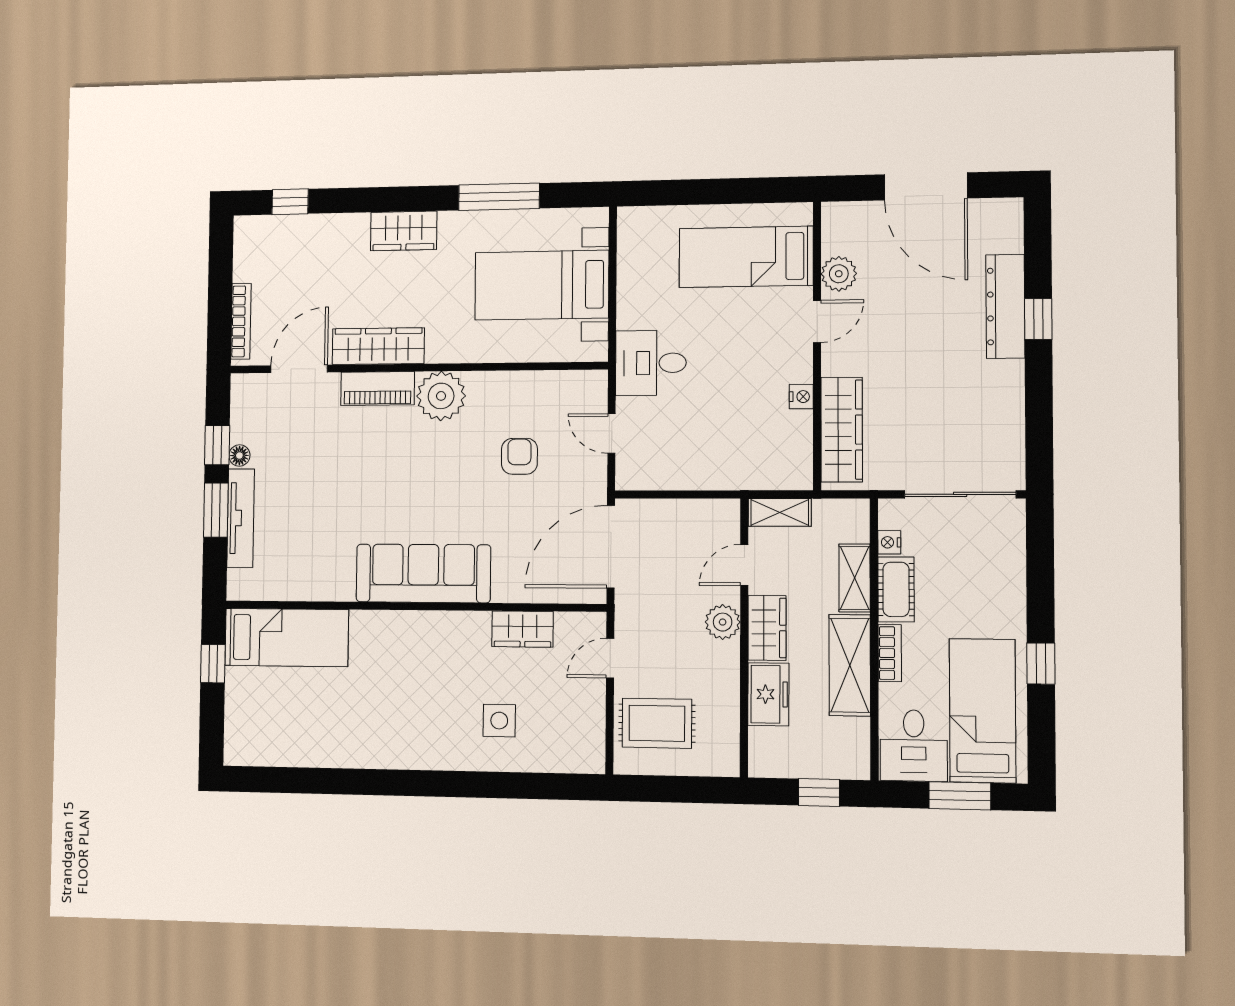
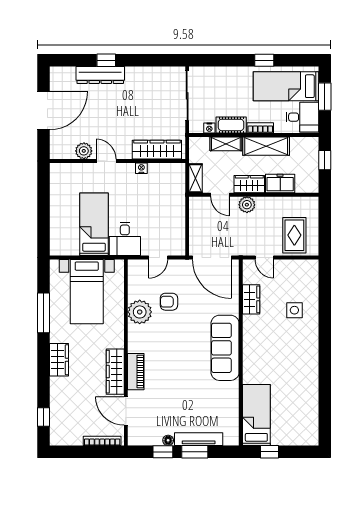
bed: (746, 257) -> (94, 224), moved, turned 180
plant: (441, 396) -> (140, 312), moved

